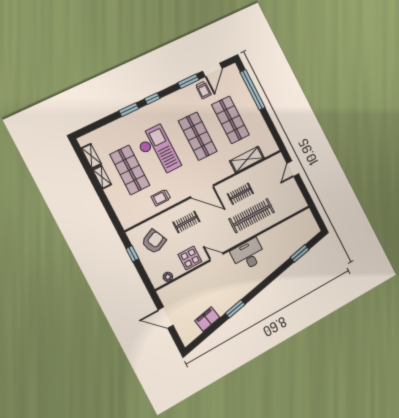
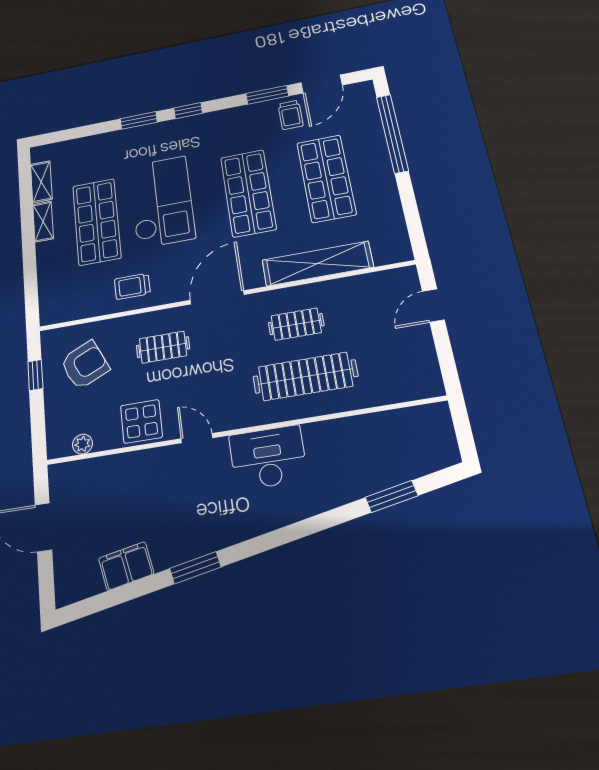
shelving: (247, 159) -> (317, 264), width x1.47
door: (202, 191) -> (217, 297), swing flipped

